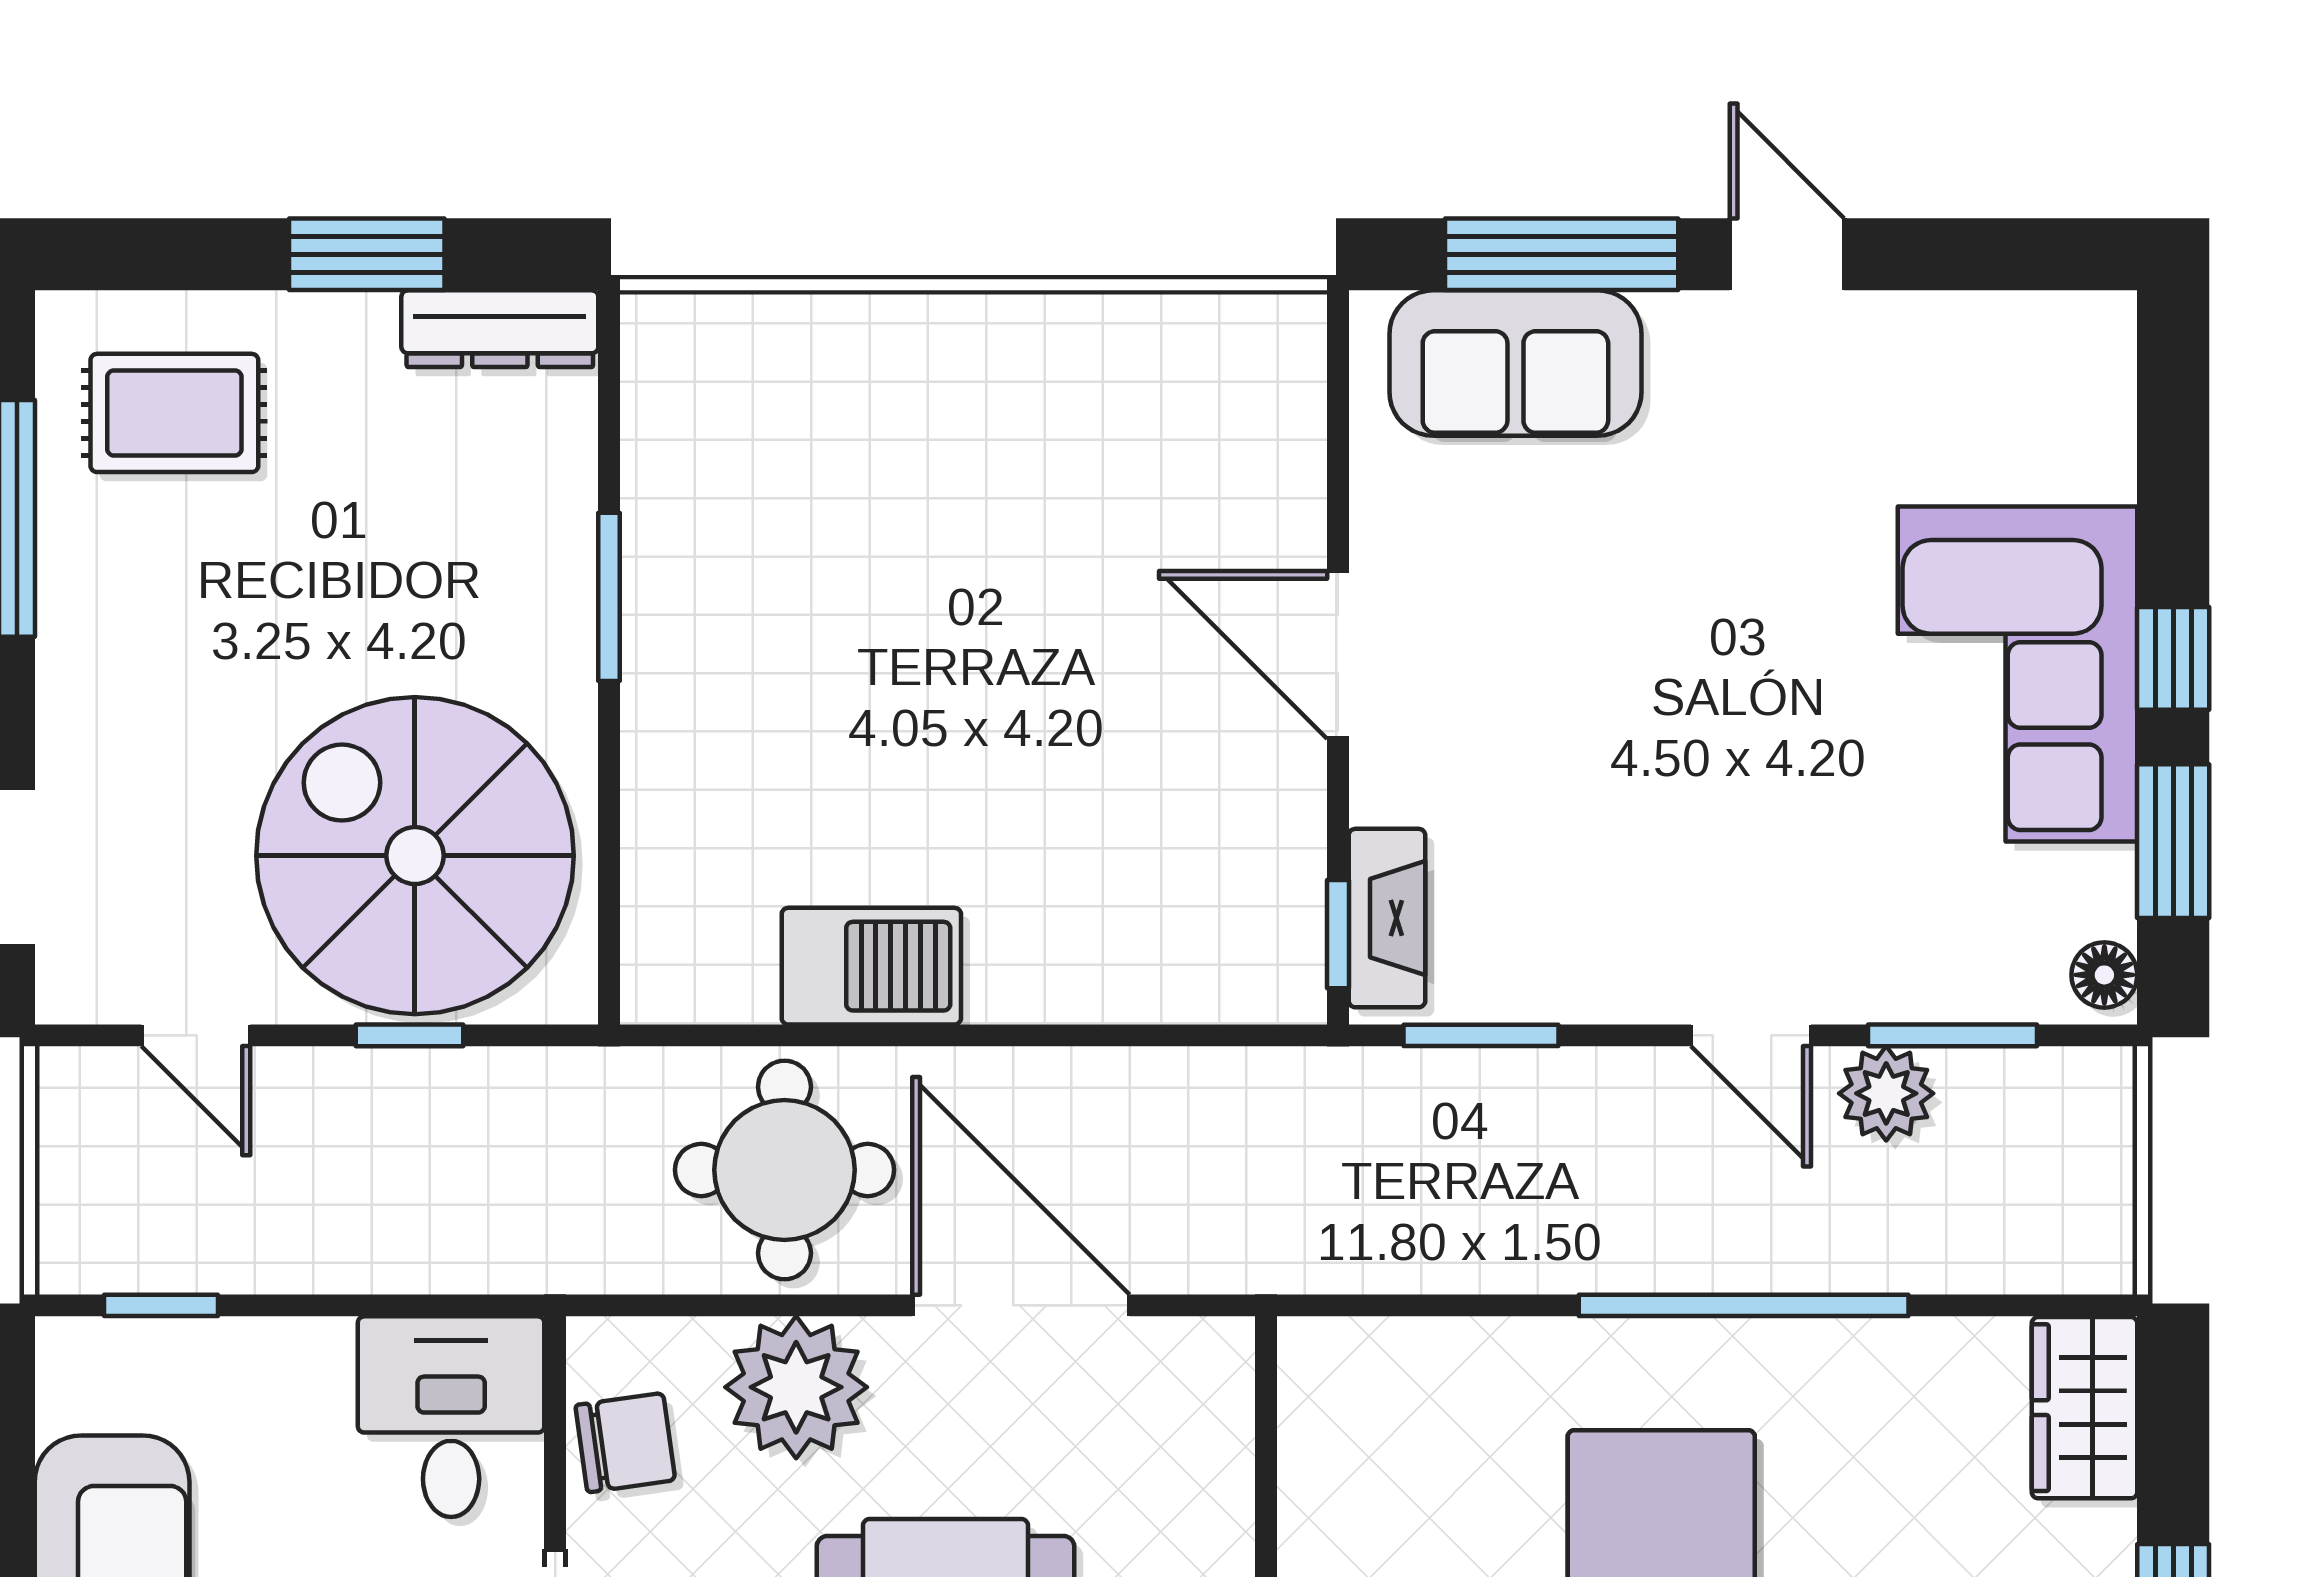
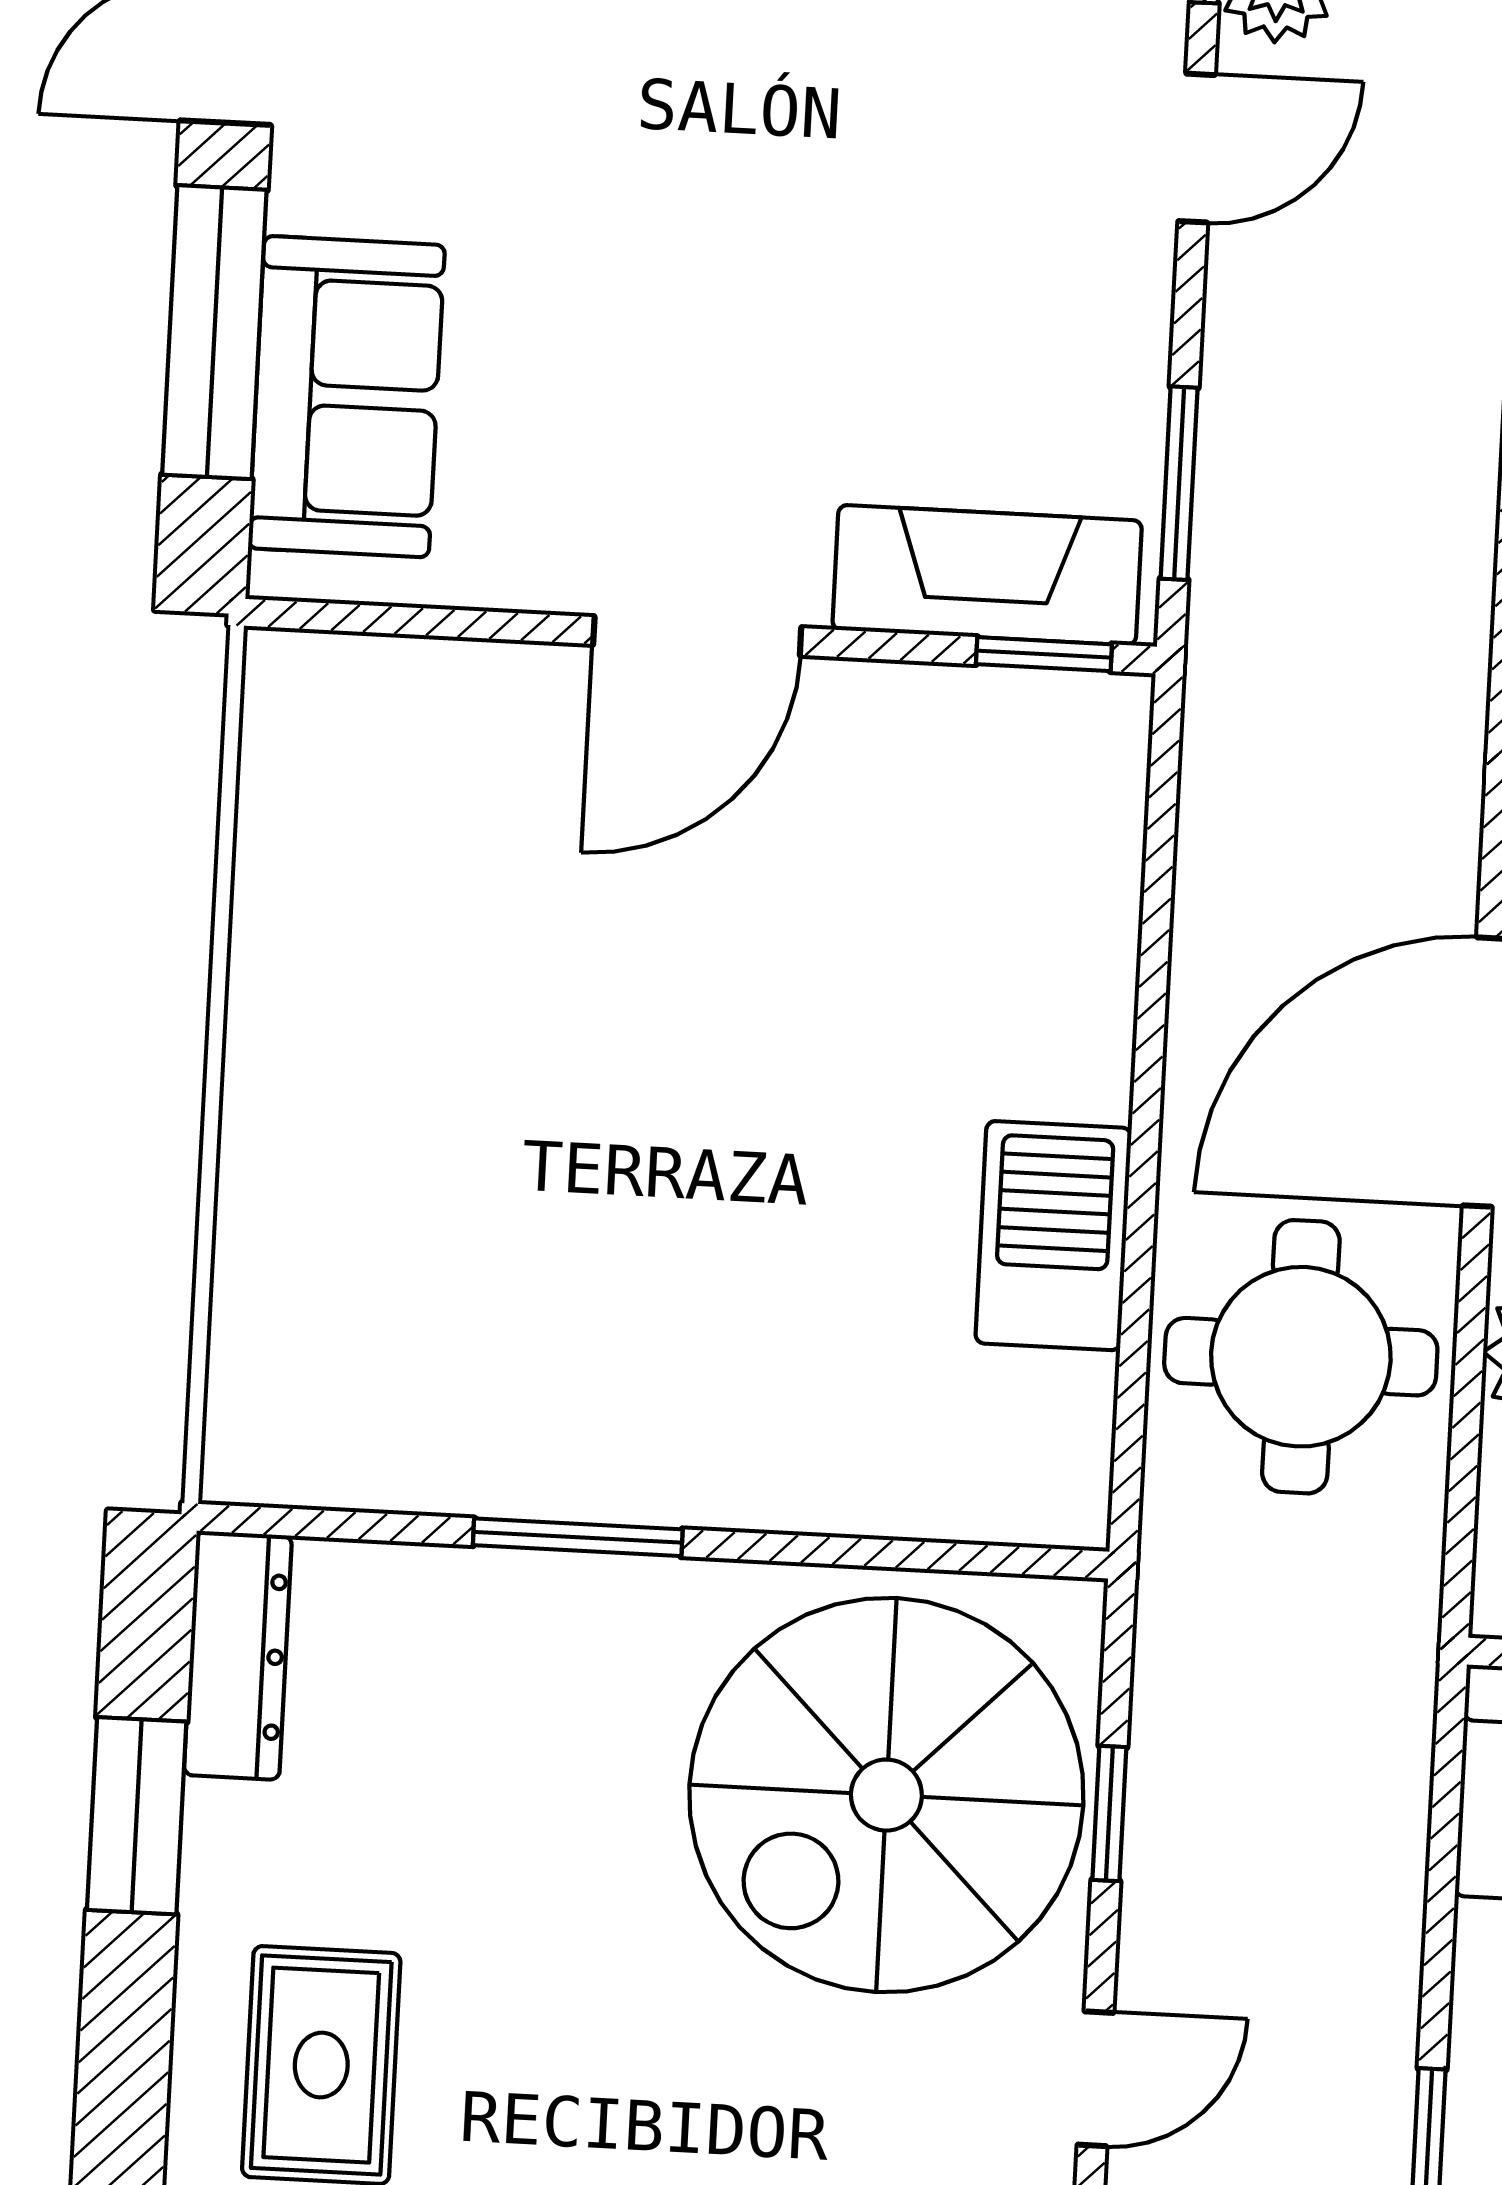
fireplace: (1387, 918) -> (987, 575), width x1.37, depth x1.32

